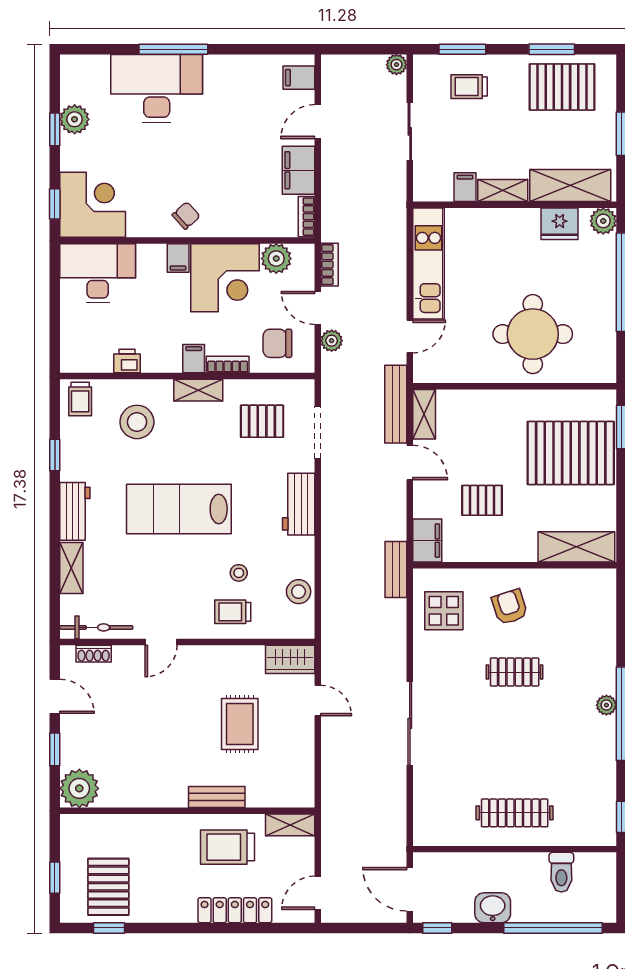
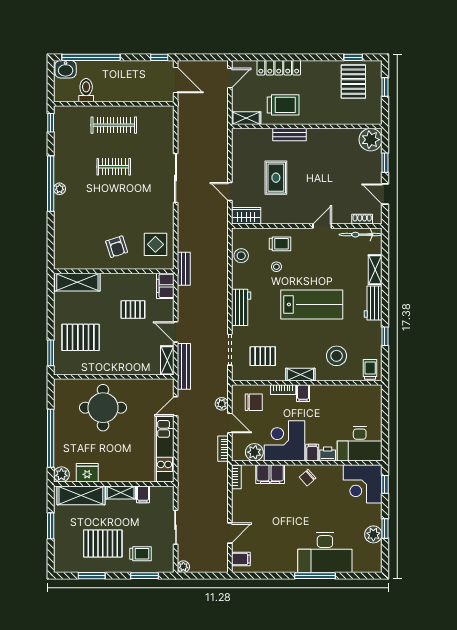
pallet: (562, 87) -> (103, 544), moved
filing cabinet: (299, 170) -> (270, 474), moved, turned 90
printer: (127, 361) -> (328, 454), moved, turned 180
pallet: (571, 453) -> (81, 337), width x0.73, depth x0.71
clothes rail: (515, 672) -> (114, 167), moved
washbasin: (493, 908) -> (66, 69), moved

